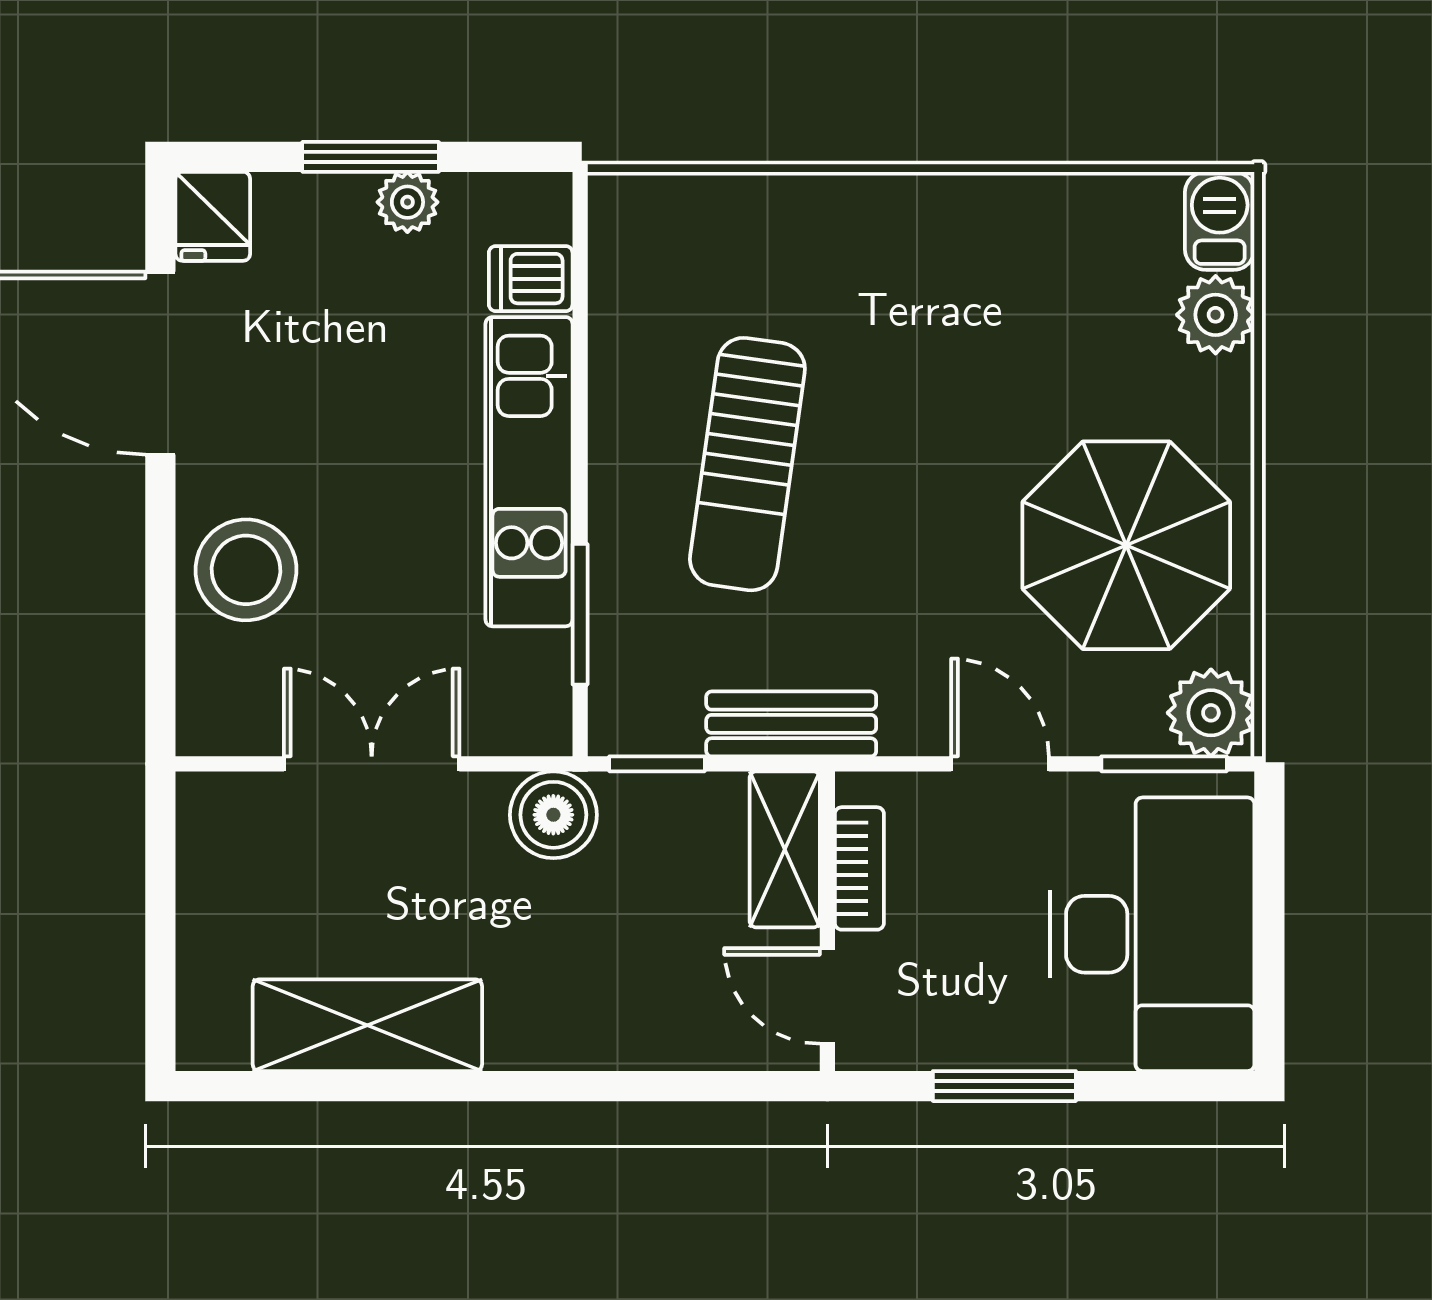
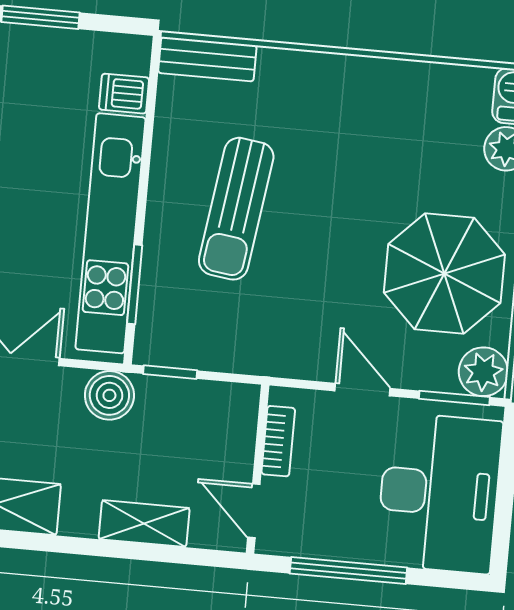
plant: (407, 202) -> (59, 44), removed
kitchen unit: (529, 472) -> (110, 233), width x1.36
bench: (791, 724) -> (207, 59), moved
shelving: (785, 849) -> (144, 524), moved, turned 90
window: (1004, 1086) -> (348, 571), width x1.44

